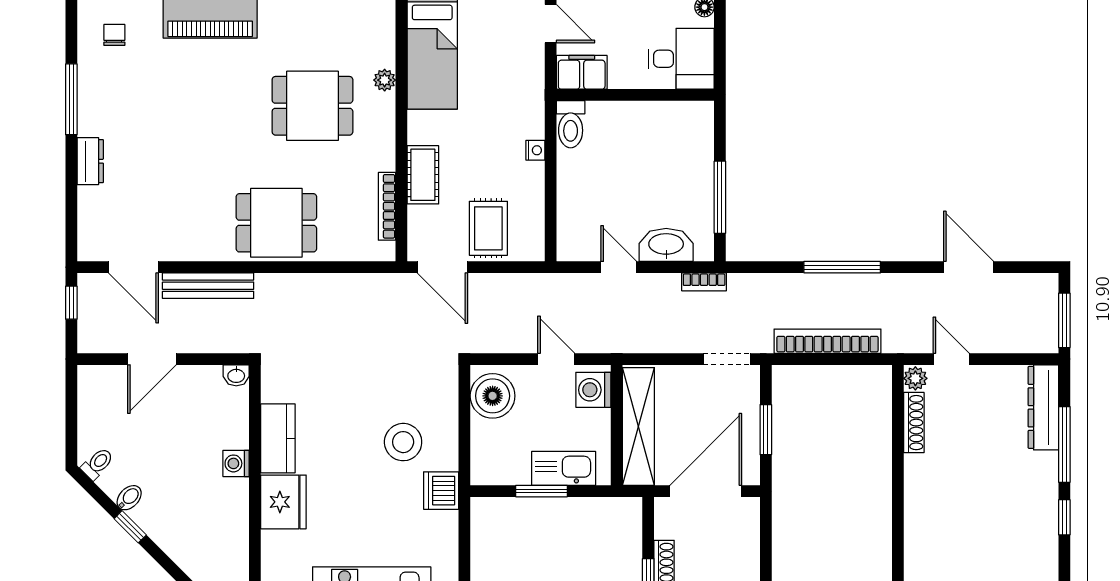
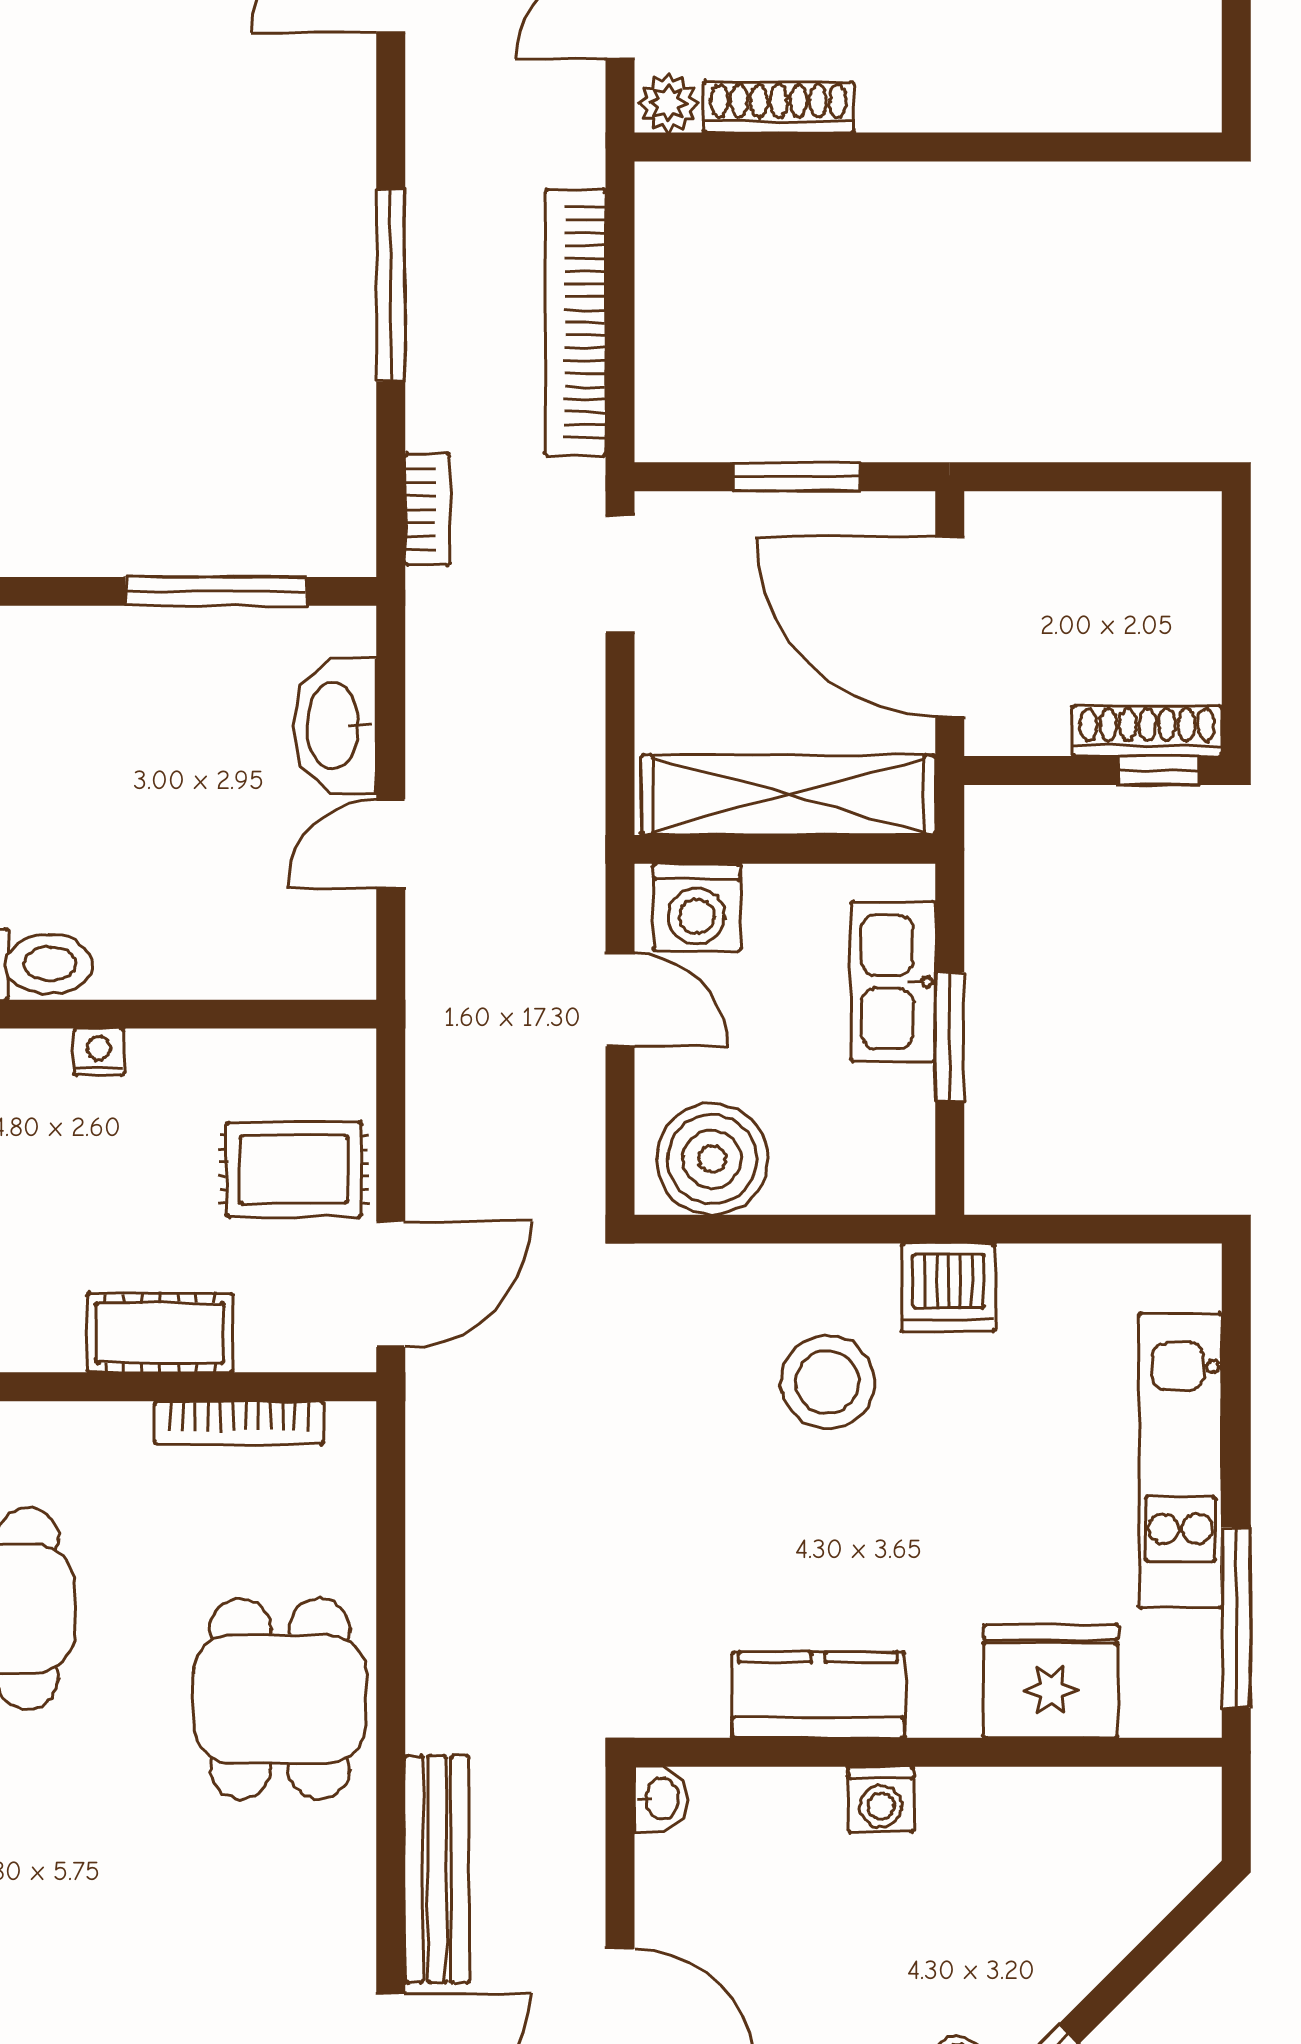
bookcase: (704, 282) -> (427, 509), moved
door: (556, 359) -> (620, 1000), swing flipped
fridge: (283, 502) -> (1051, 1681), moved

